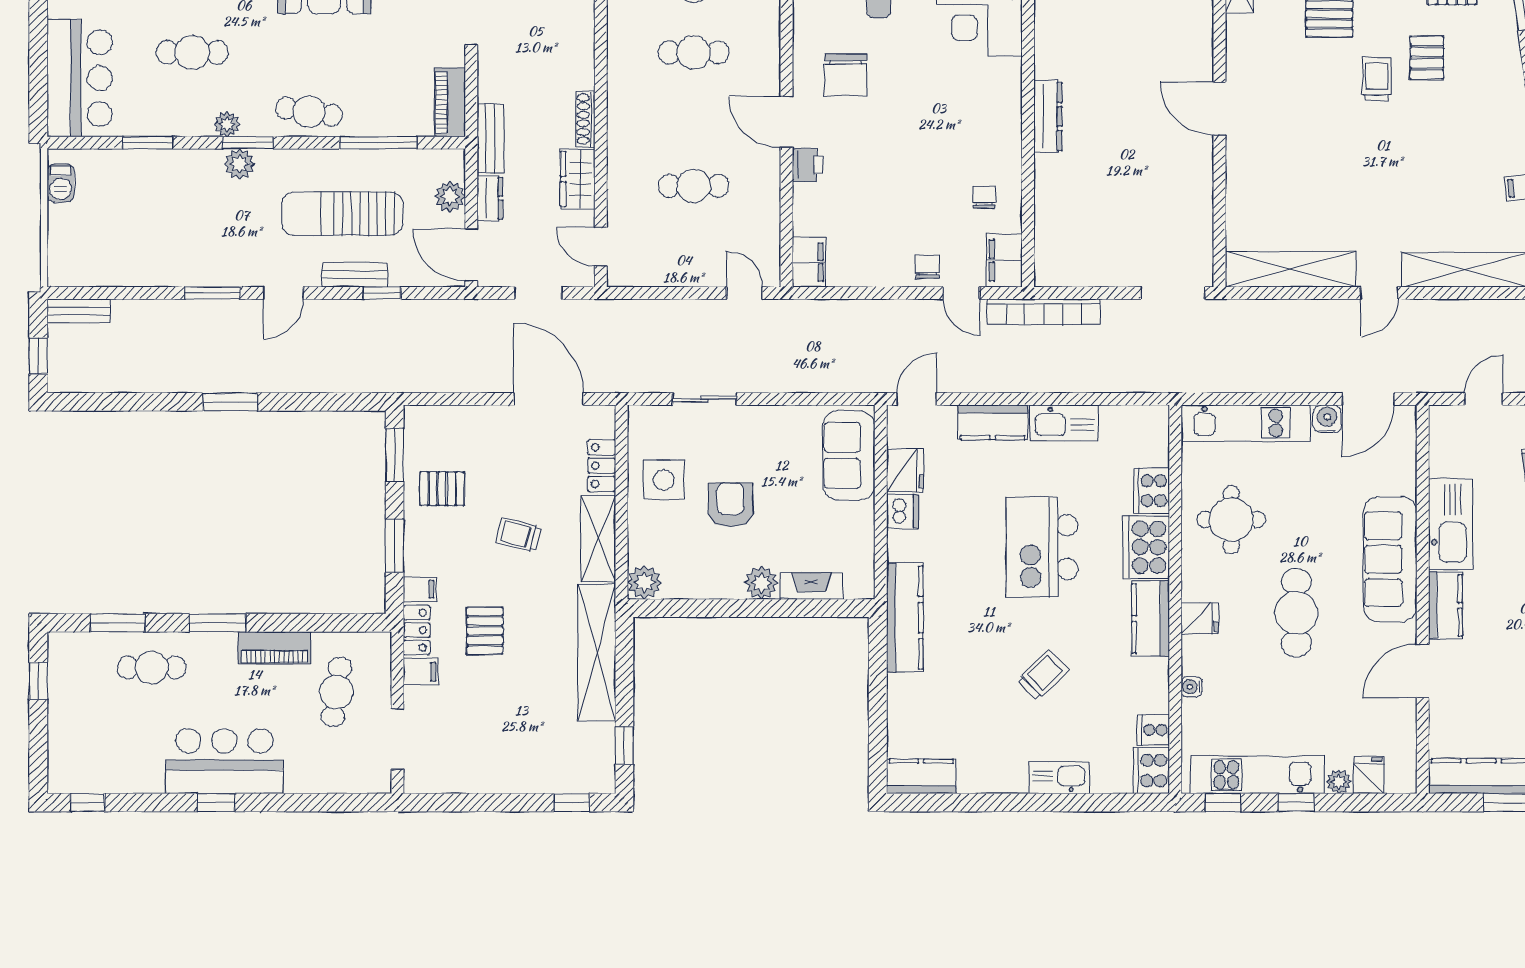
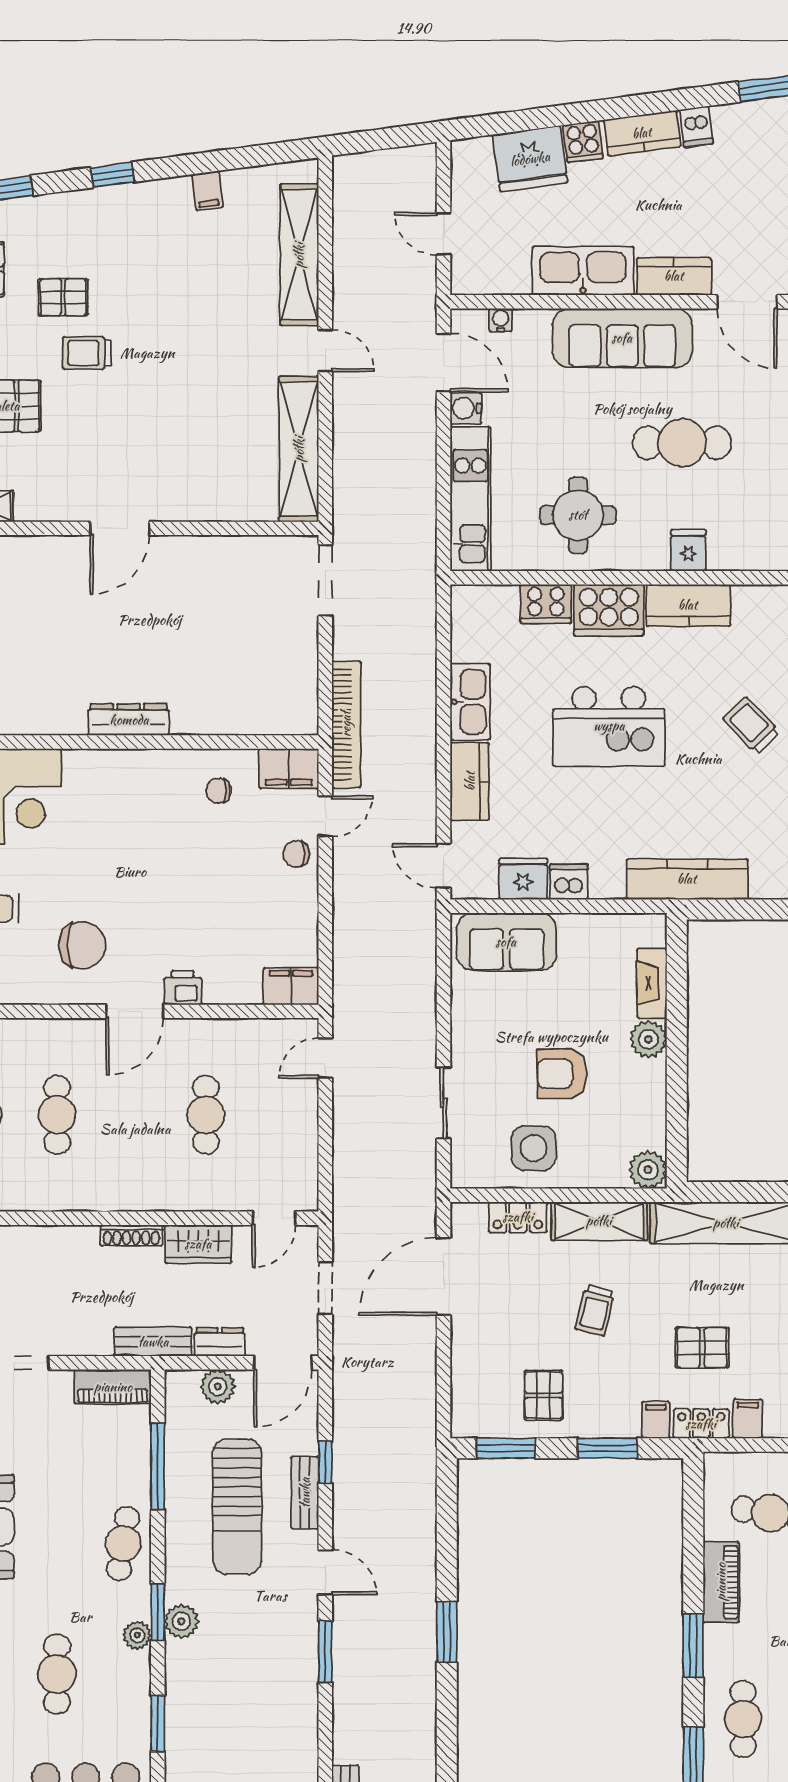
water cooler: (1192, 687) -> (501, 320), moved, turned 180

